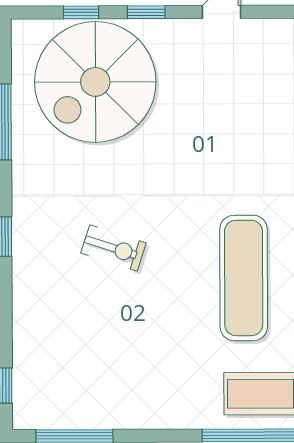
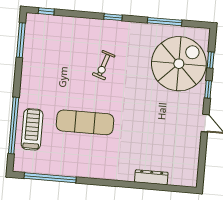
spiral stairs: (95, 82) -> (179, 64), turned 90

